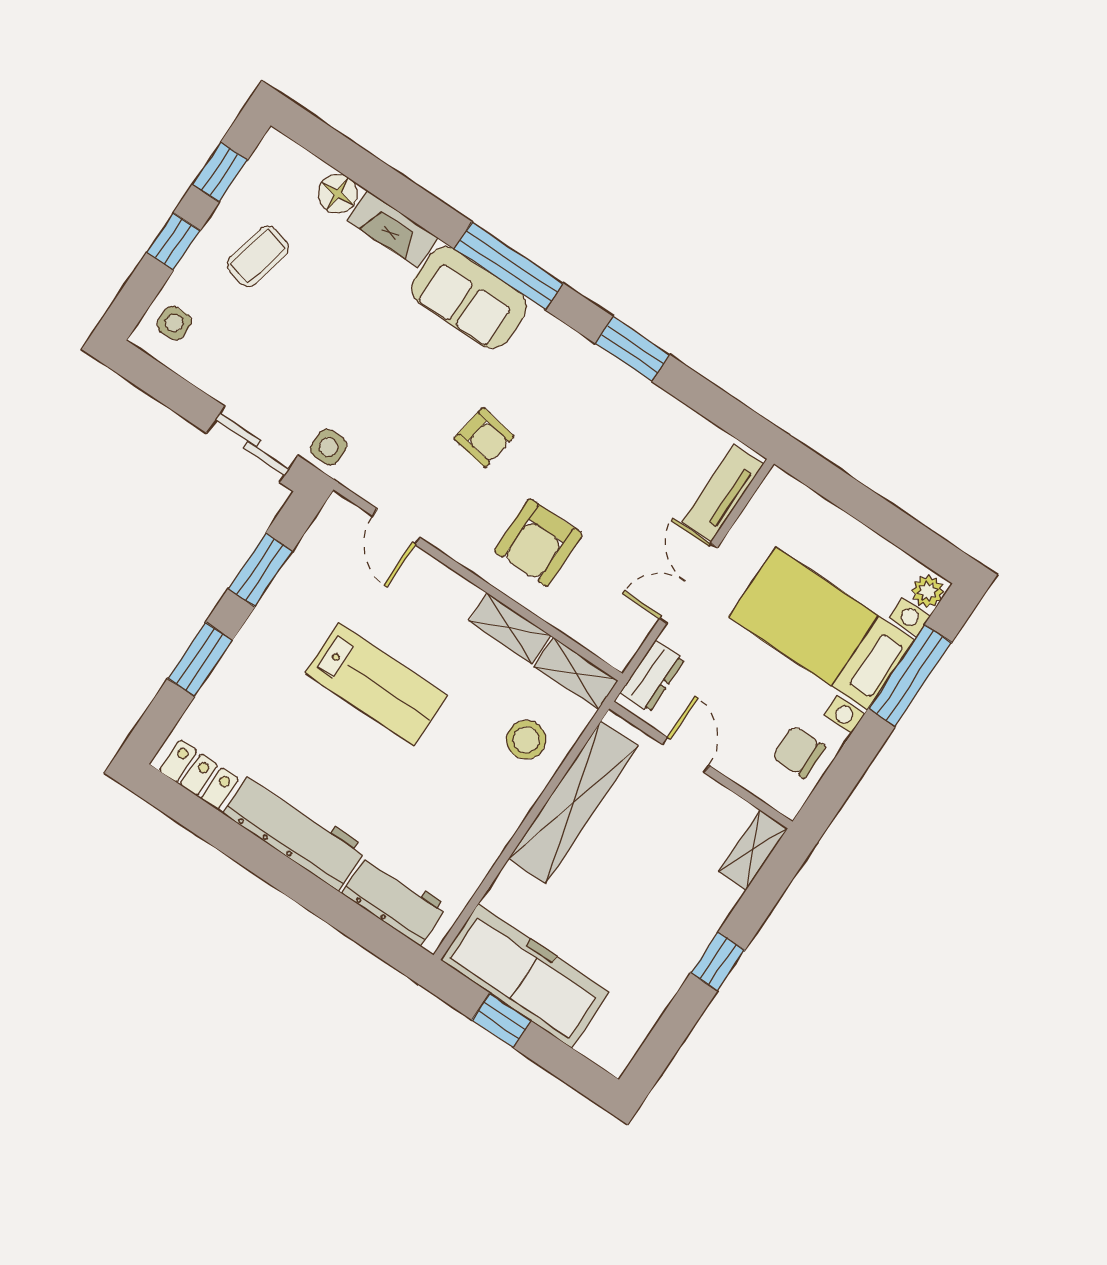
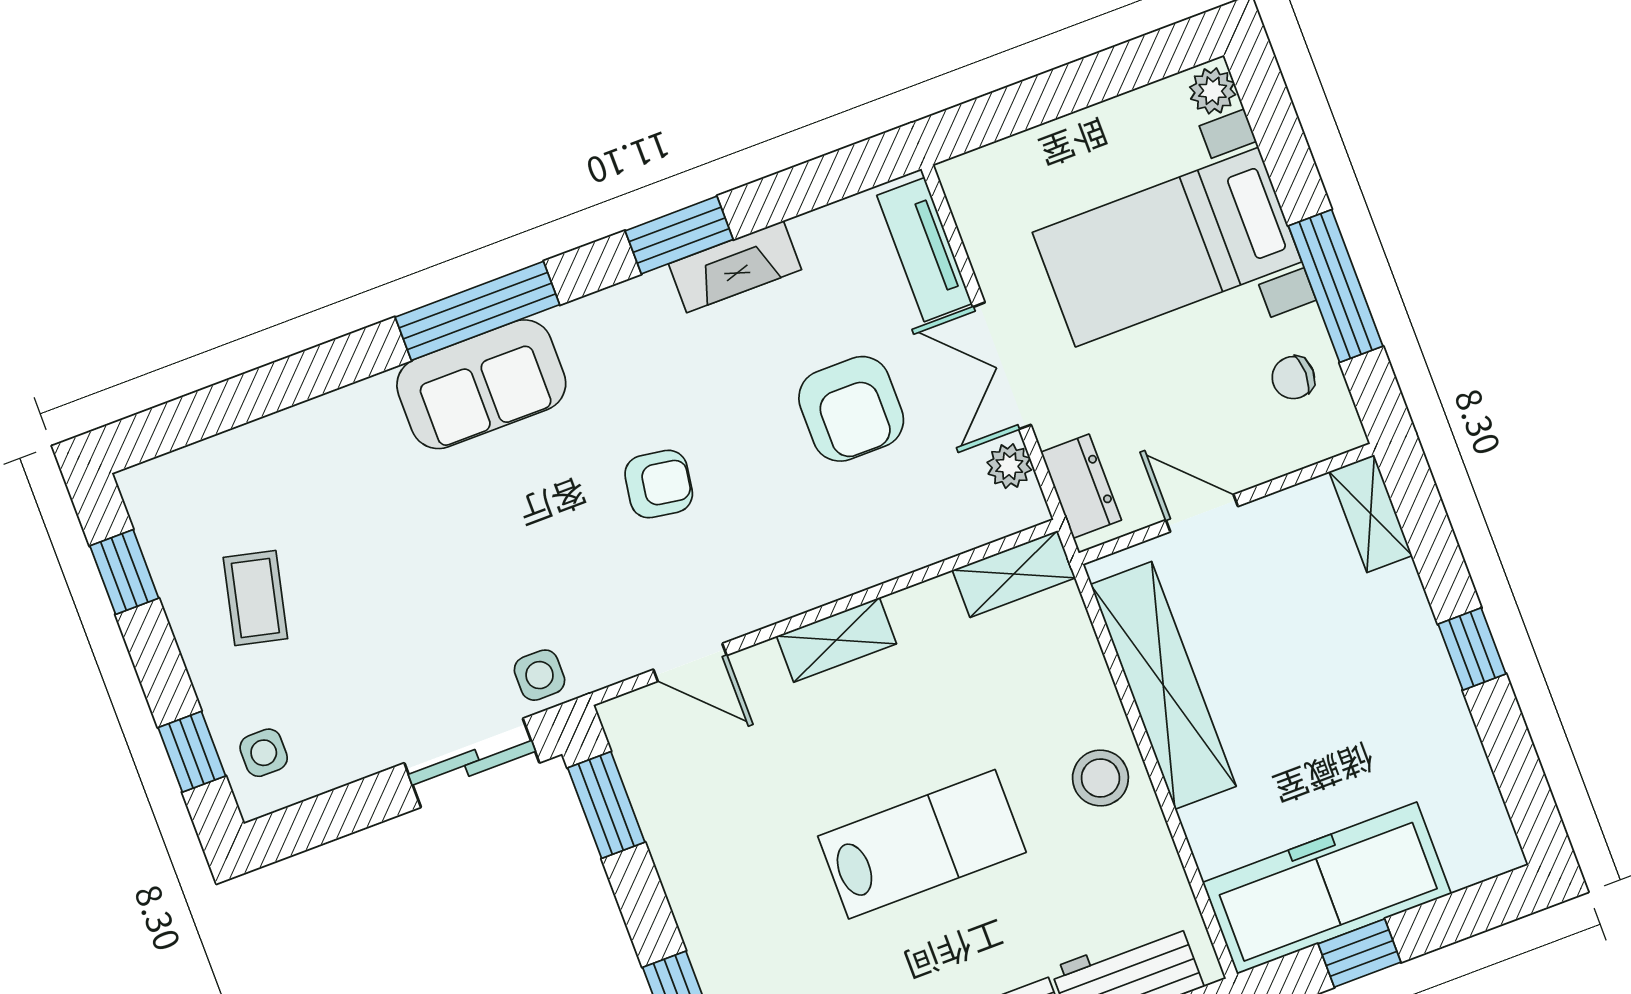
floor lamp: (338, 194) -> (249, 452), removed
fireplace: (393, 229) -> (735, 267), moved
window: (173, 241) -> (192, 752), moved
armchair: (538, 543) -> (851, 409), moved
window: (260, 570) -> (606, 805), moved
shelving: (510, 628) -> (837, 640), moved
plant: (635, 628) -> (1009, 466), added
window: (910, 675) -> (1336, 286), moved
lab bench: (376, 684) -> (922, 844), moved
stool: (526, 740) -> (1100, 778), moved
chair: (799, 752) -> (1293, 378), width x0.73, depth x0.73

